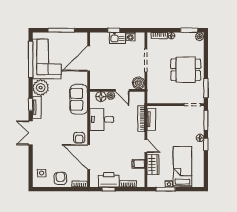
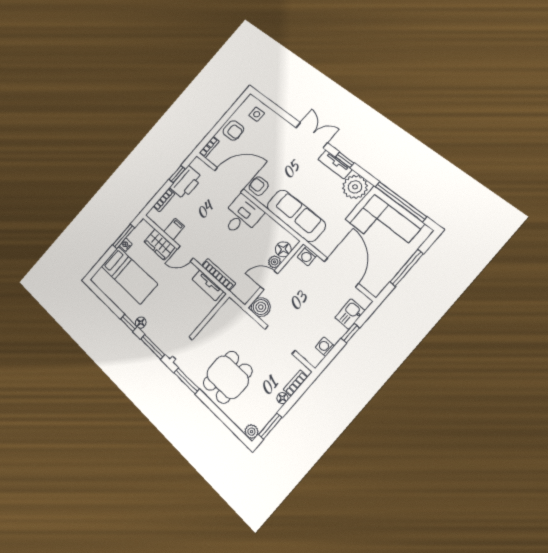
kitchen sink: (118, 38) -> (350, 314), moved
washing machine: (94, 82) -> (307, 256), added
sofa: (79, 99) -> (296, 216), width x1.36
desk: (102, 119) -> (242, 216), moved

